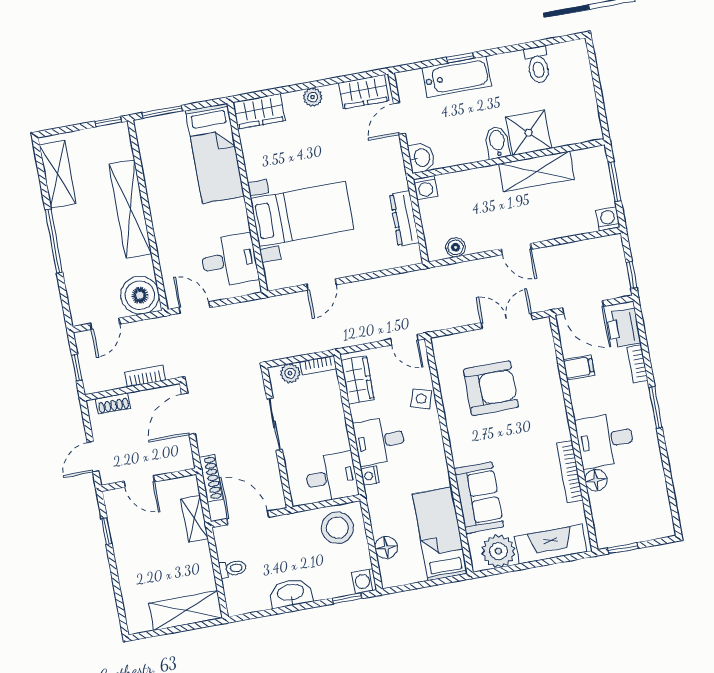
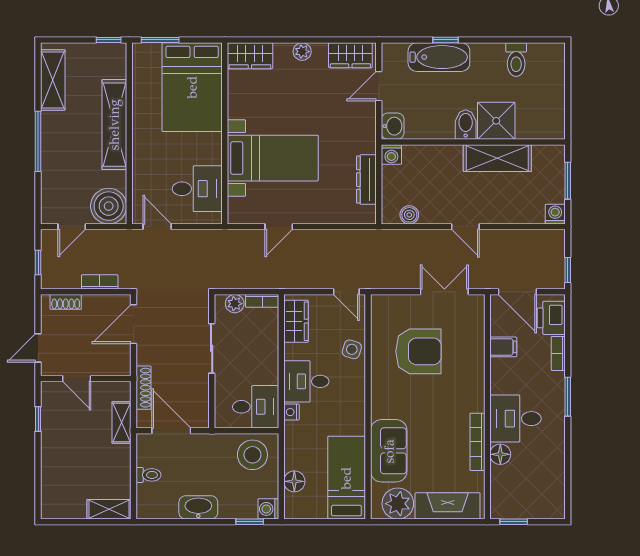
bed: (215, 153) -> (192, 87), width x1.50
shelving: (186, 611) -> (109, 509), width x0.67, depth x0.75

